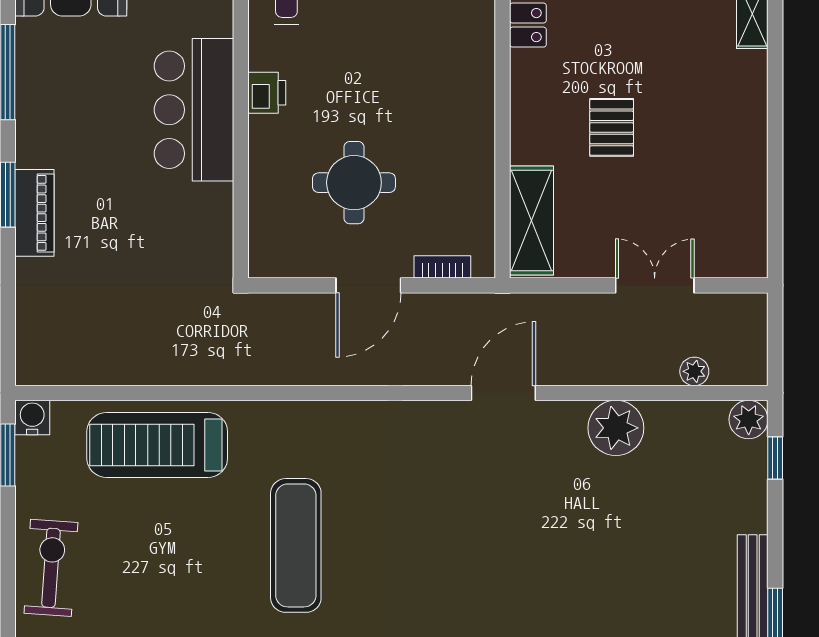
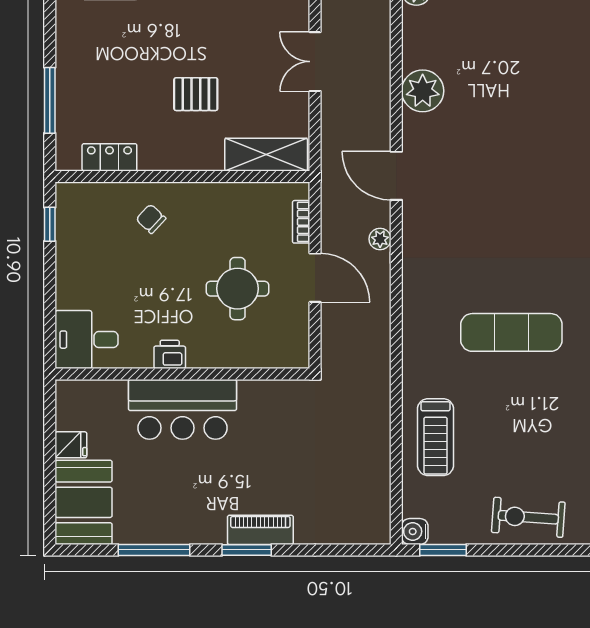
chair: (446, 68) -> (151, 219), added
plant: (694, 371) -> (380, 239), moved
treadmill: (157, 445) -> (436, 437), width x0.73, depth x0.73

